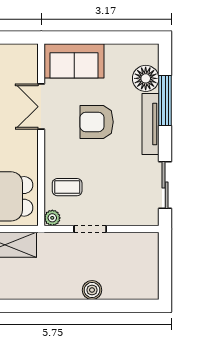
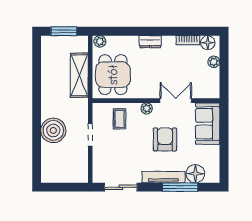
plant: (52, 218) -> (147, 108), moved
boiler: (92, 290) -> (53, 130), width x1.86, depth x1.86

